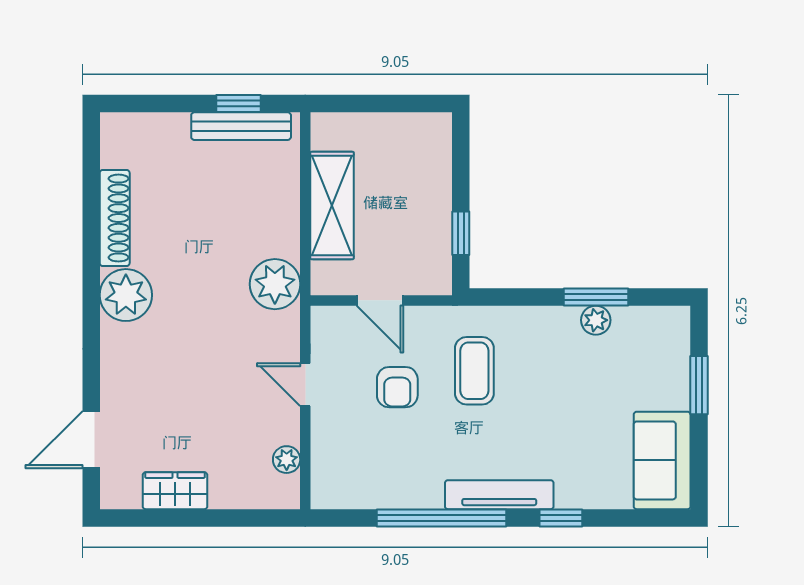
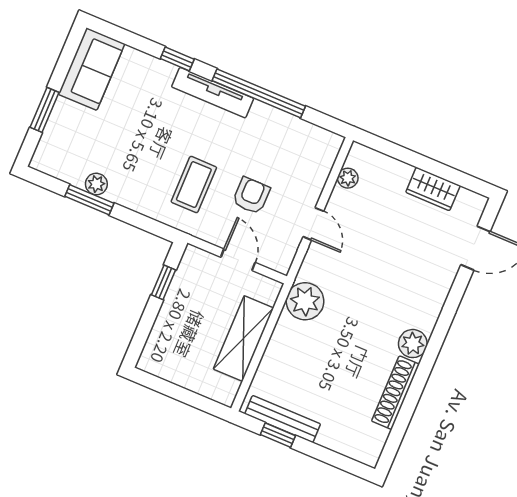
plant: (126, 295) -> (413, 344), width x0.73, depth x0.73

